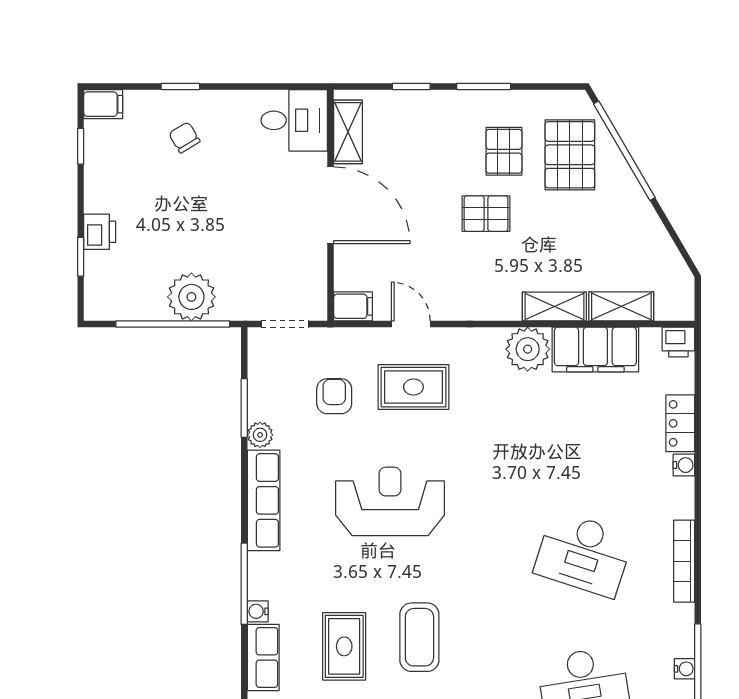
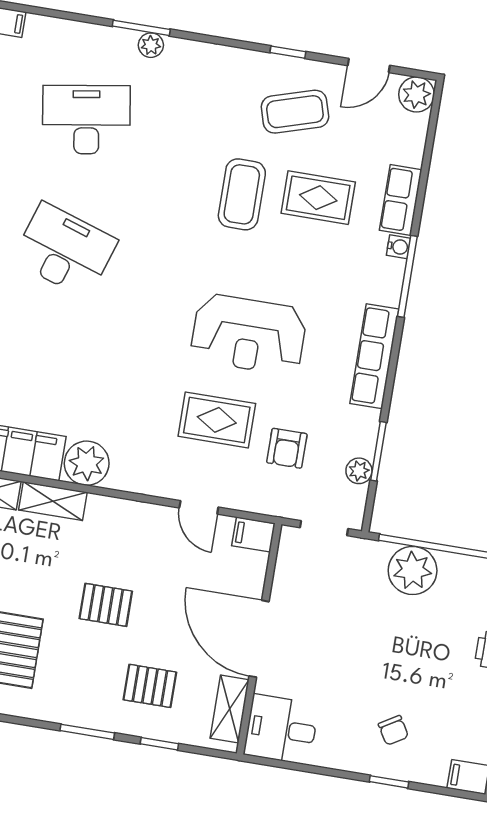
pallet: (504, 151) -> (150, 686), moved, turned 90
rug: (413, 387) -> (217, 420), moved
plant: (260, 435) -> (359, 471), moved
rug: (344, 646) -> (318, 198), turned 90

